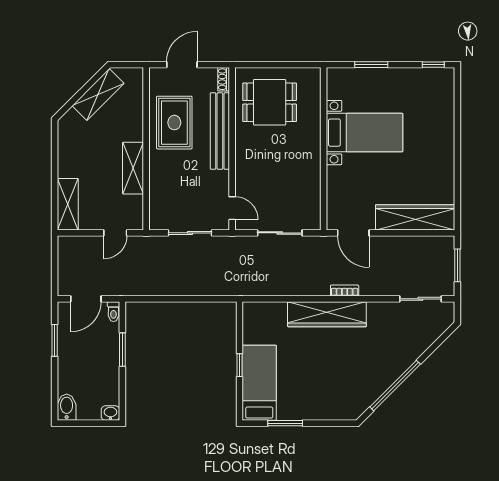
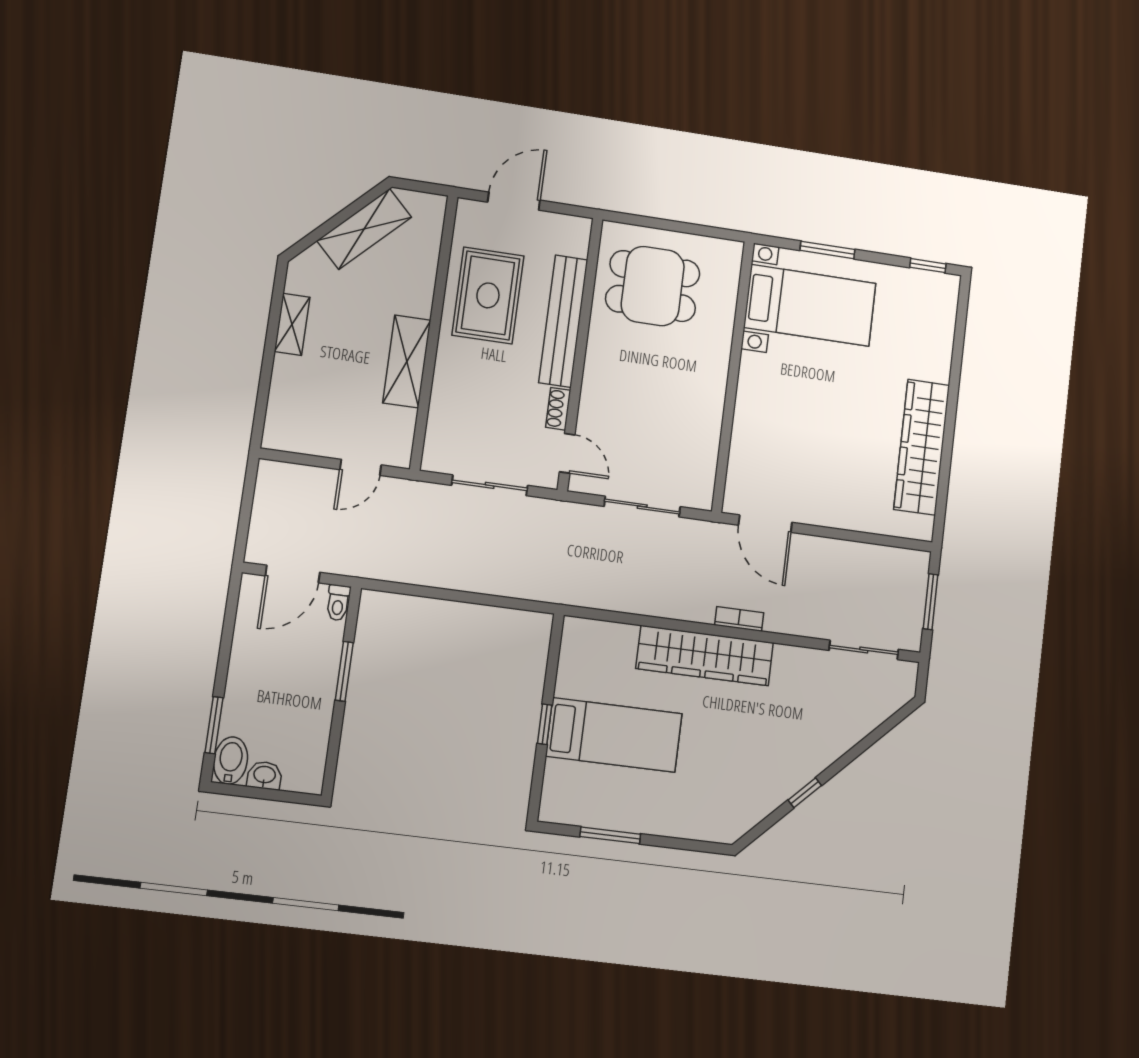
shoe rack: (224, 79) -> (558, 409), moved
bed with nightstands: (365, 133) -> (810, 305), moved
shelving: (68, 204) -> (292, 324), moved, width x0.67, depth x0.75
wardrobe: (415, 217) -> (922, 447), moved, turned -90
window: (55, 340) -> (214, 725), moved
bed: (259, 383) -> (614, 735), moved, turned 90
window: (395, 386) -> (805, 793), width x0.32
washbasin: (110, 413) -> (264, 775), moved

